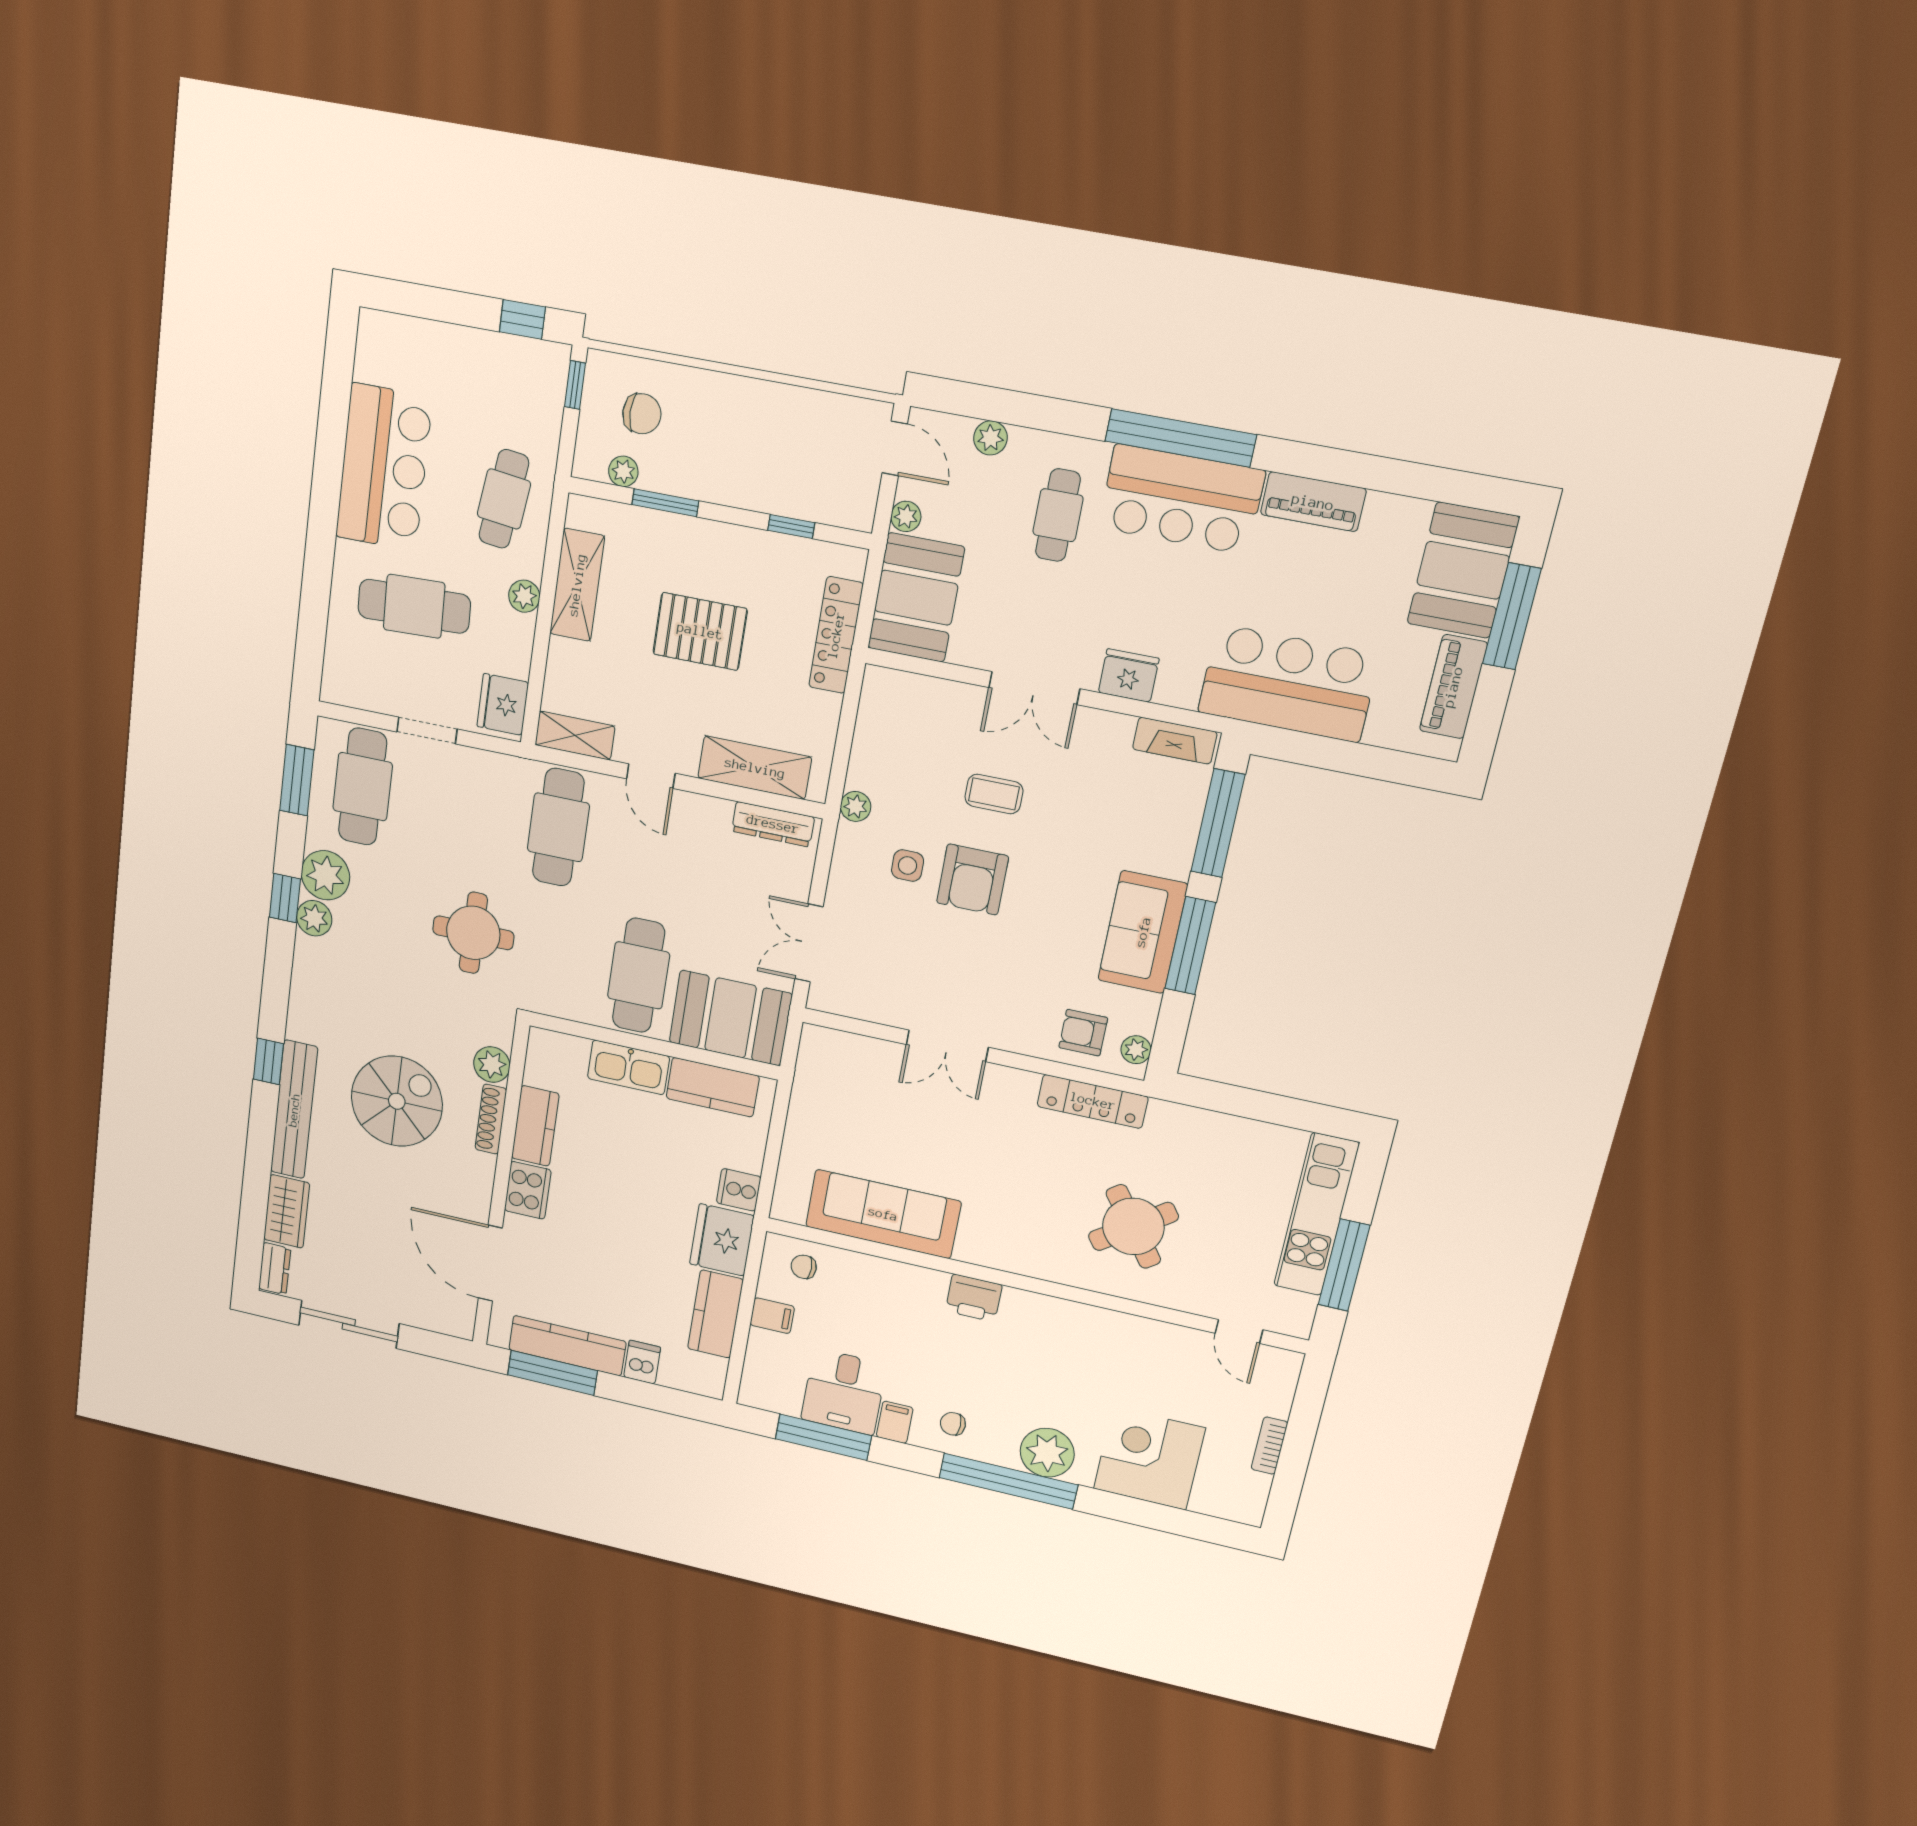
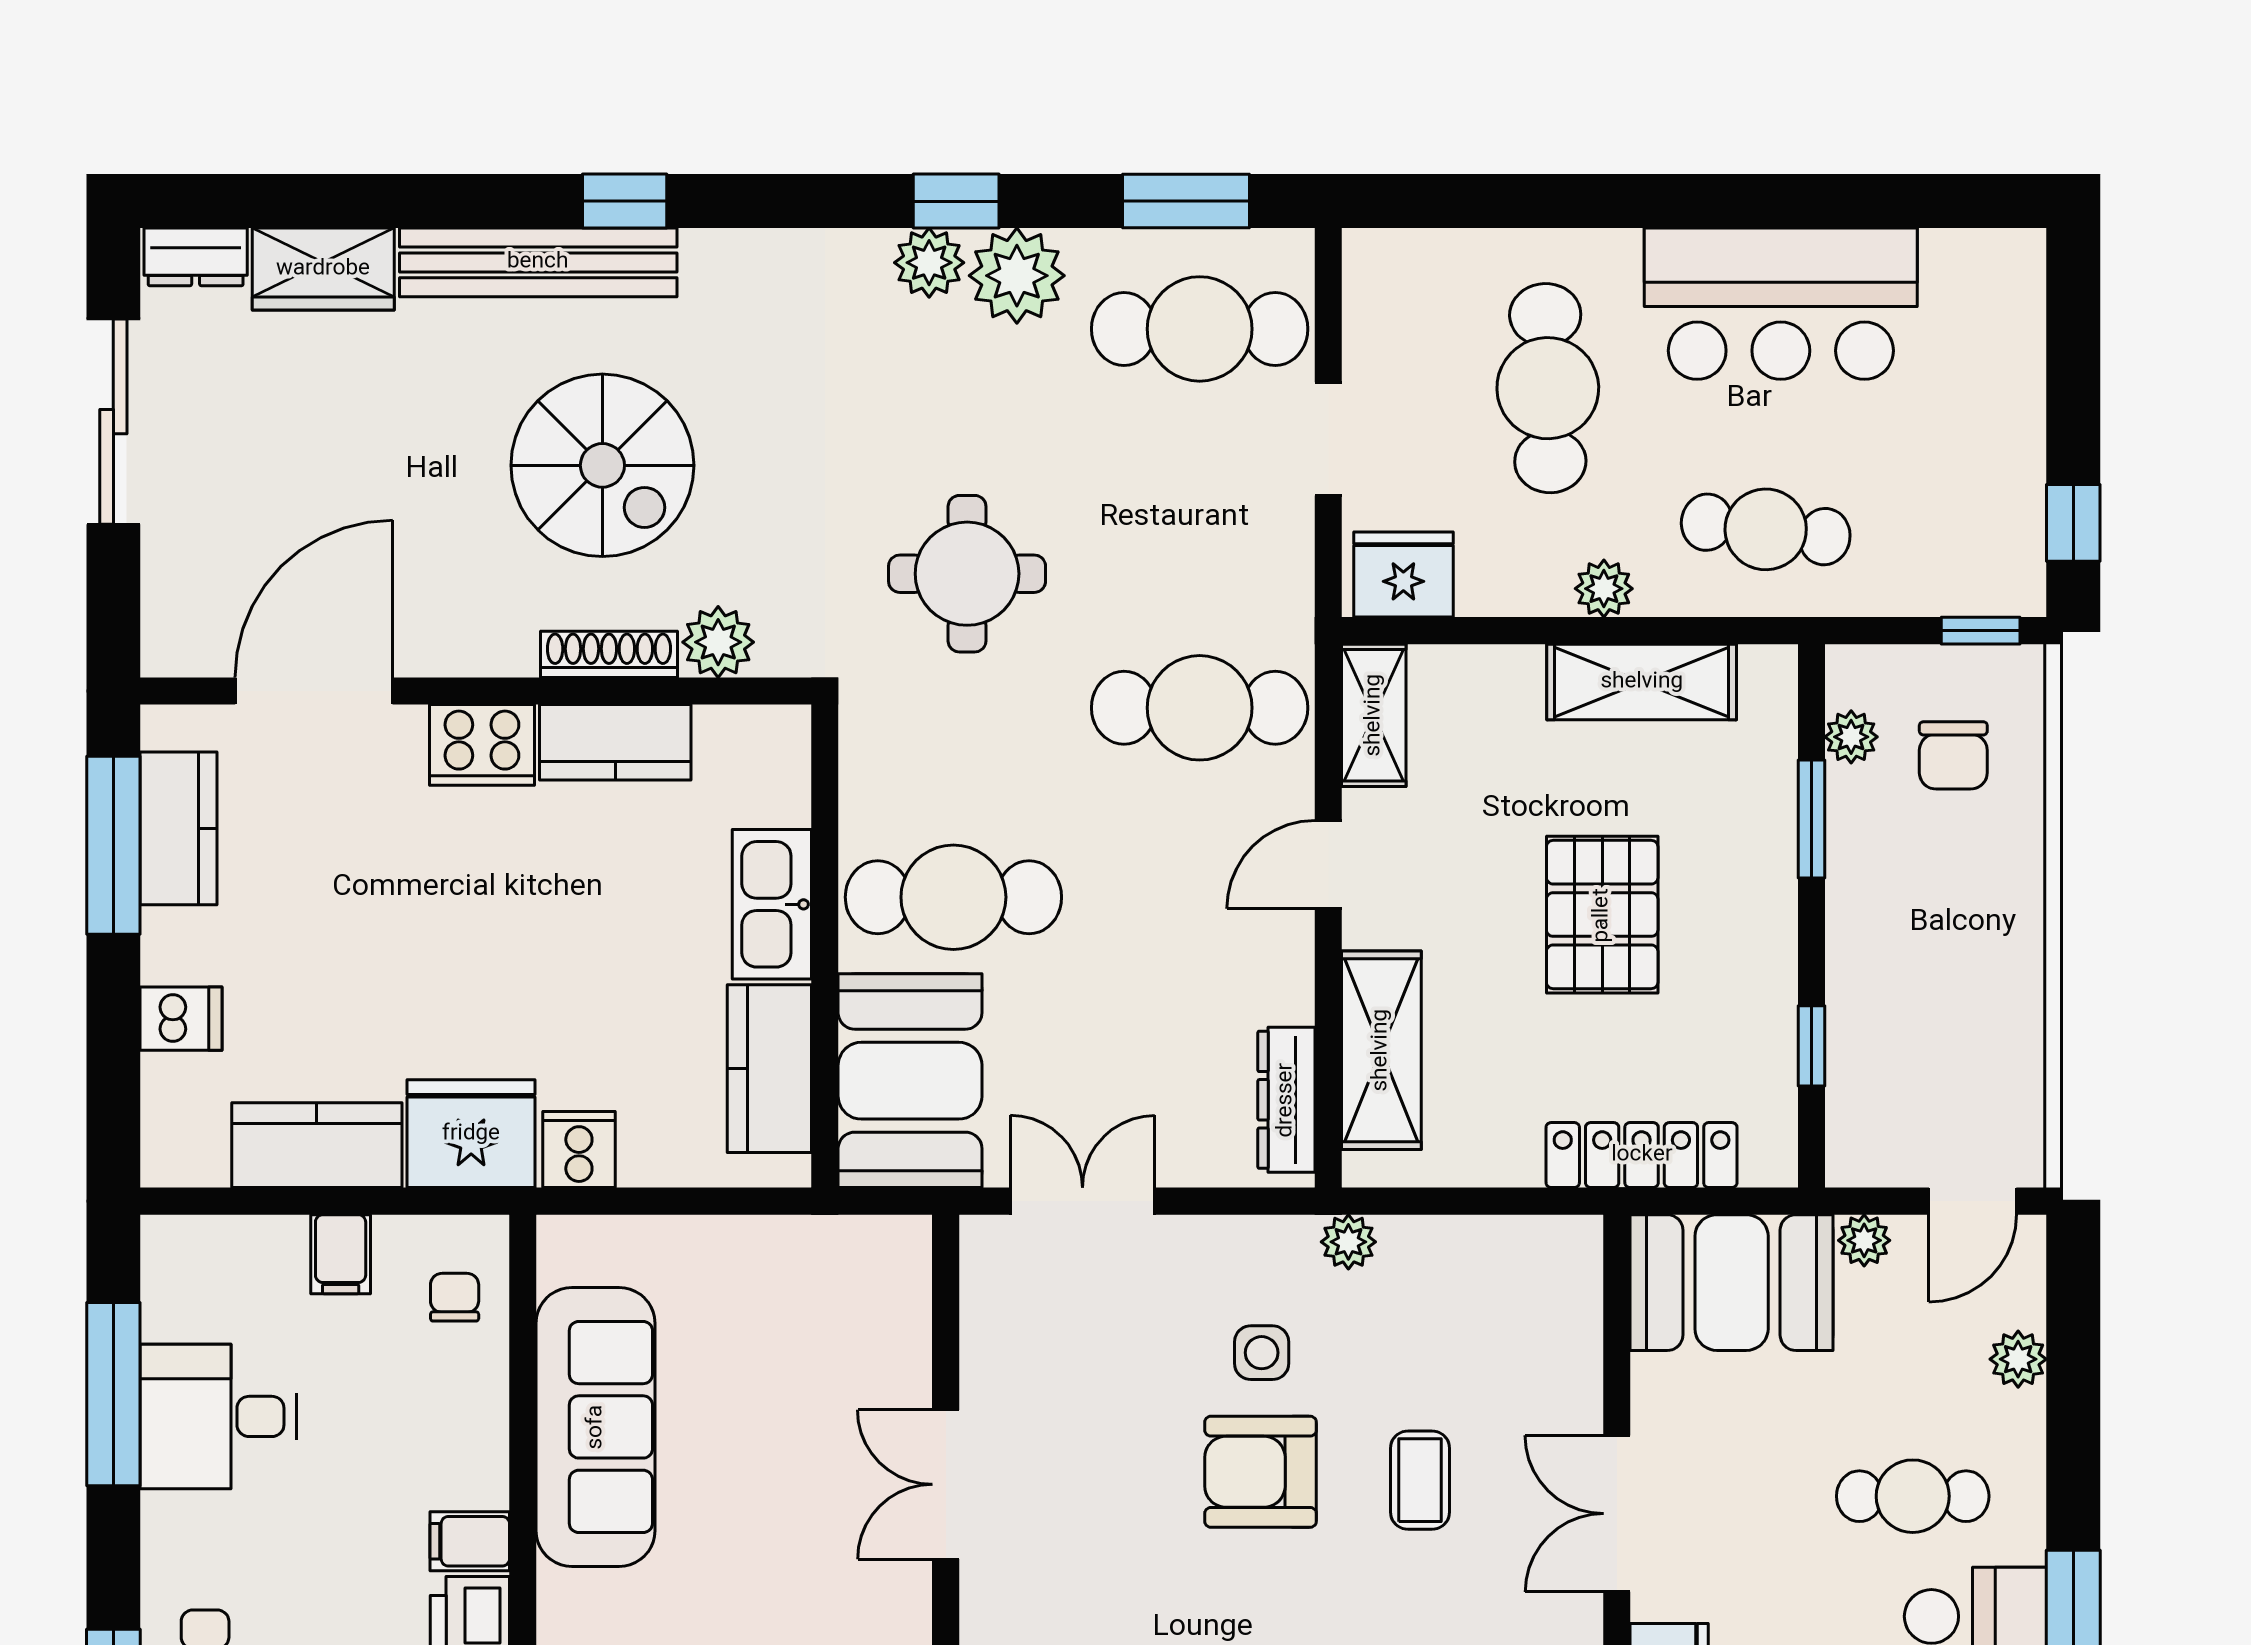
kitchen counter: (567, 1346) -> (179, 828), width x0.67
filing cabinet: (895, 1422) -> (470, 1541), moved, turned 180

